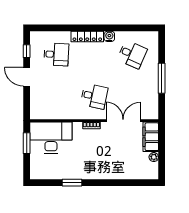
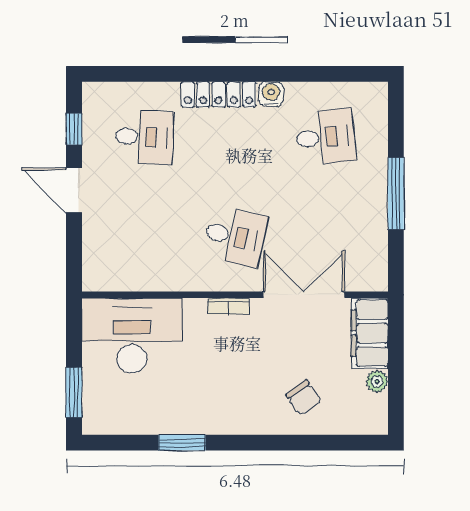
desk: (132, 54) -> (325, 137), turned -30
window: (27, 143) -> (74, 392), moved
chair: (123, 164) -> (304, 398), added

